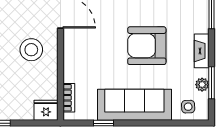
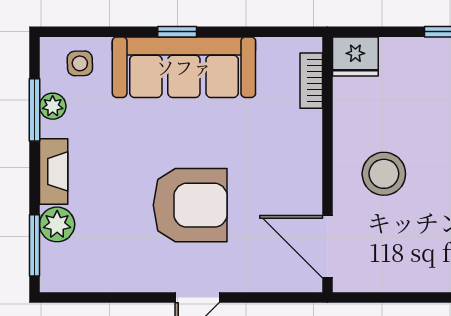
plant: (200, 24) -> (57, 224), added
armchair: (147, 46) -> (190, 205), moved
window: (103, 123) -> (177, 32), moved

